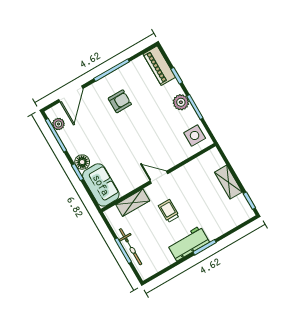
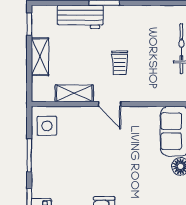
plant: (181, 102) -> (41, 169), removed
shelving: (133, 203) -> (74, 93), moved
workbench: (188, 243) -> (80, 17), moved

